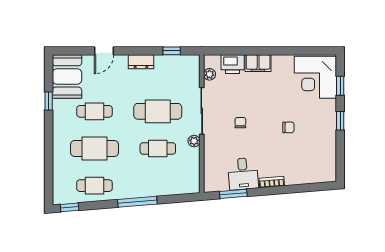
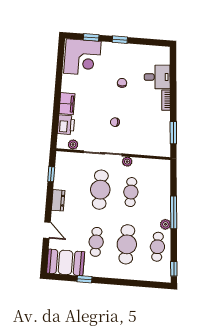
desk: (243, 174) -> (157, 77), moved
plant: (122, 193) -> (165, 224), added

